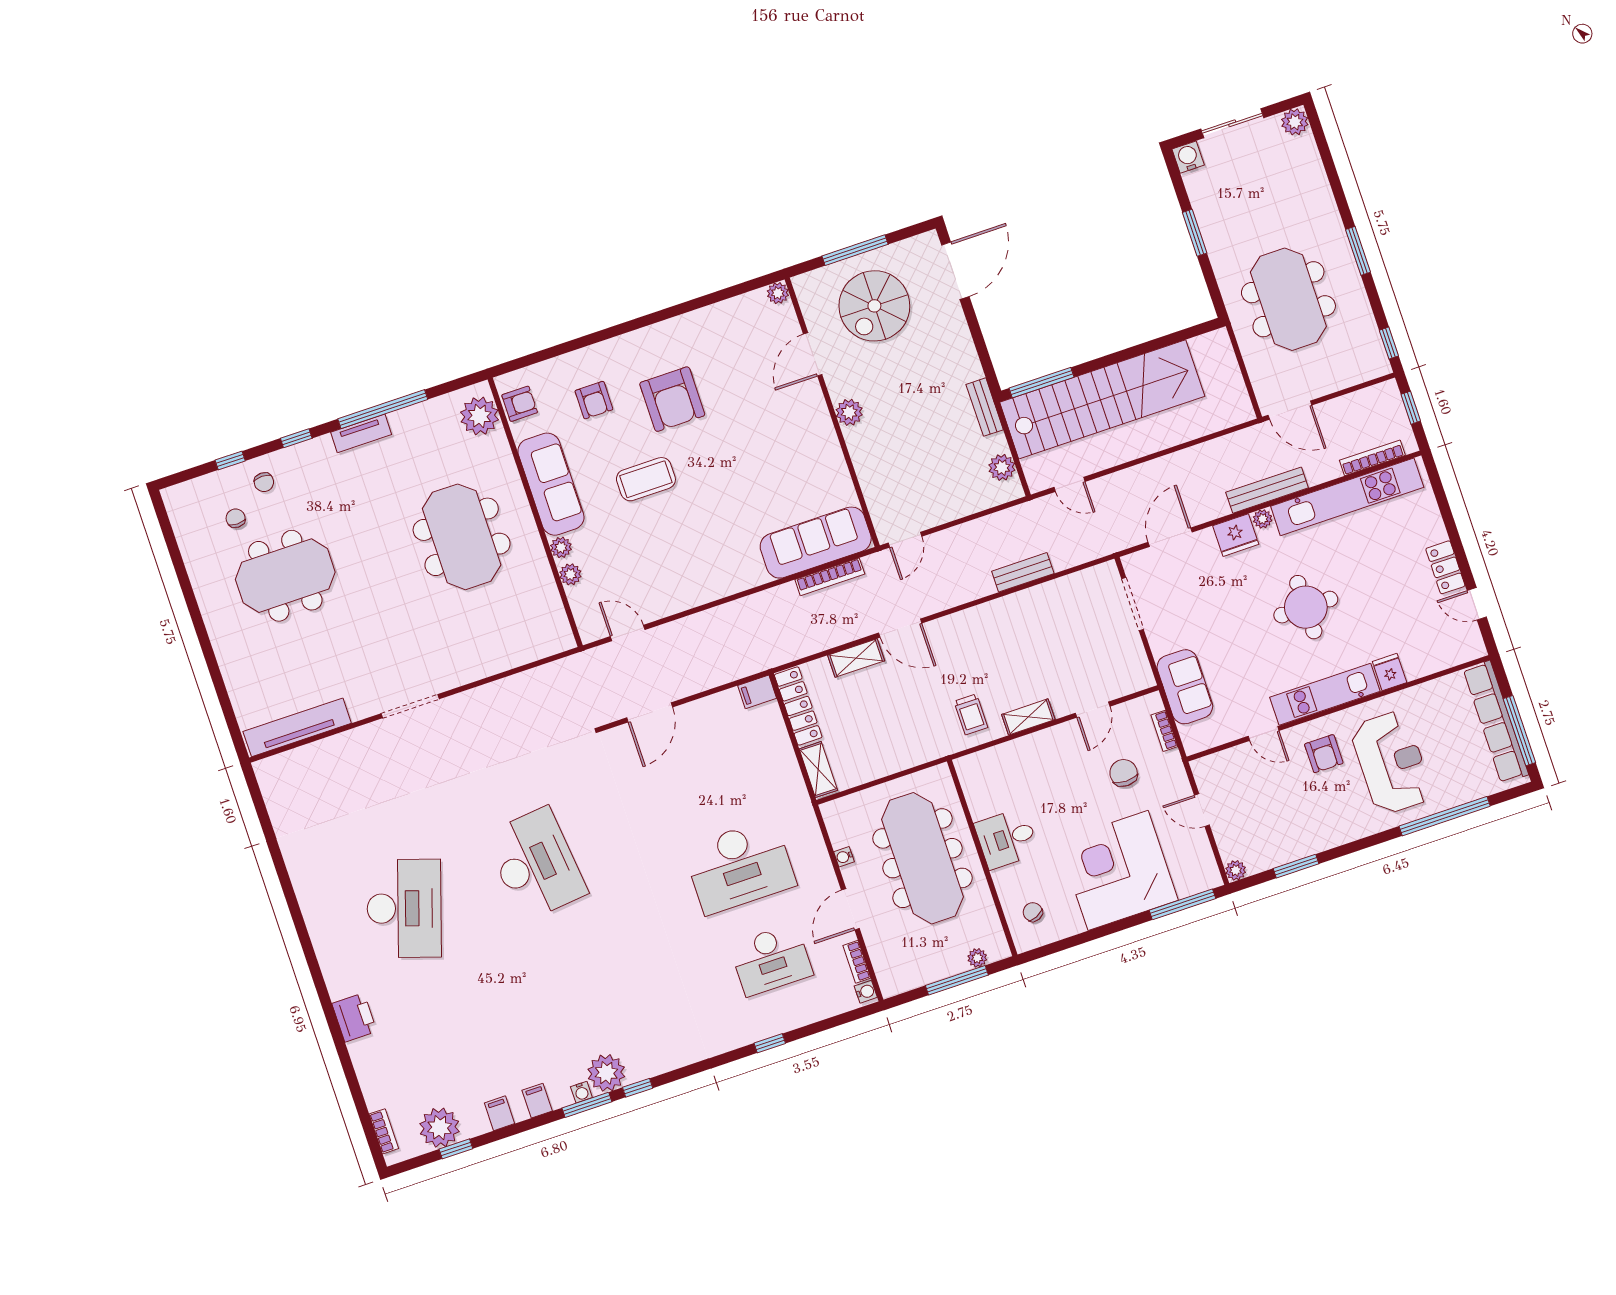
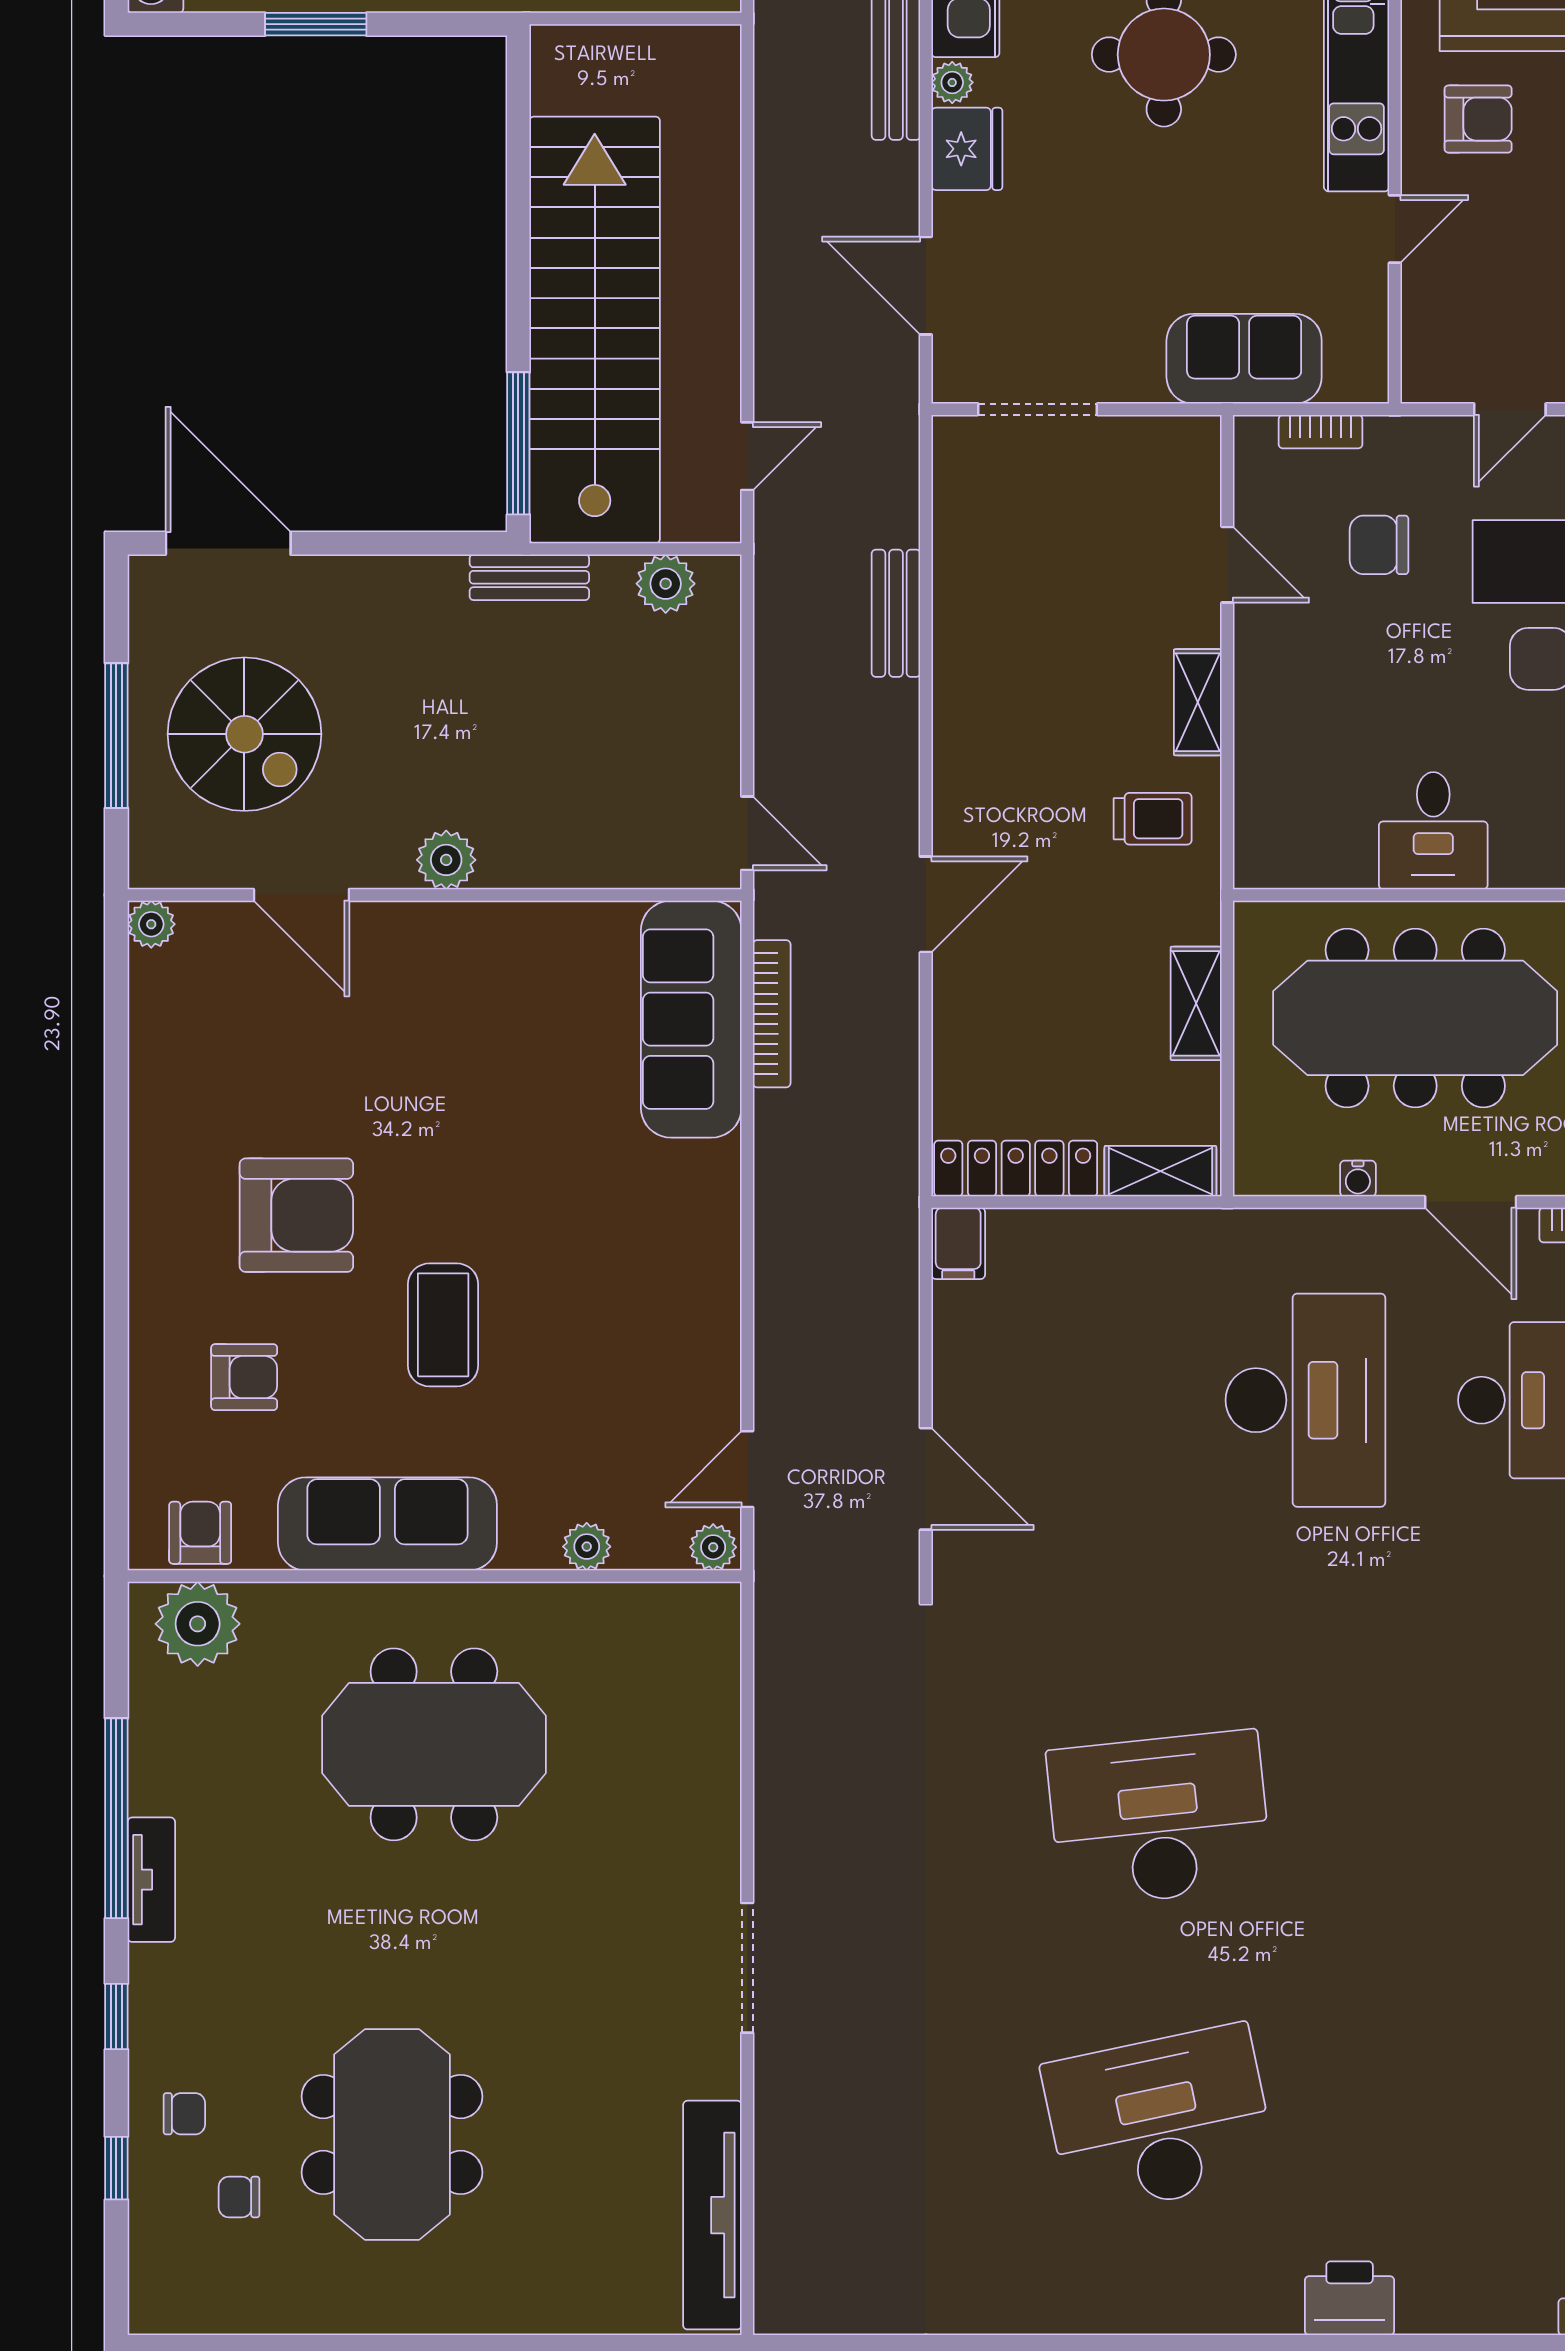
plant: (561, 547) -> (713, 1547), moved
shelving: (856, 658) -> (1196, 1003), moved
desk: (404, 908) -> (1159, 2120), turned -30

